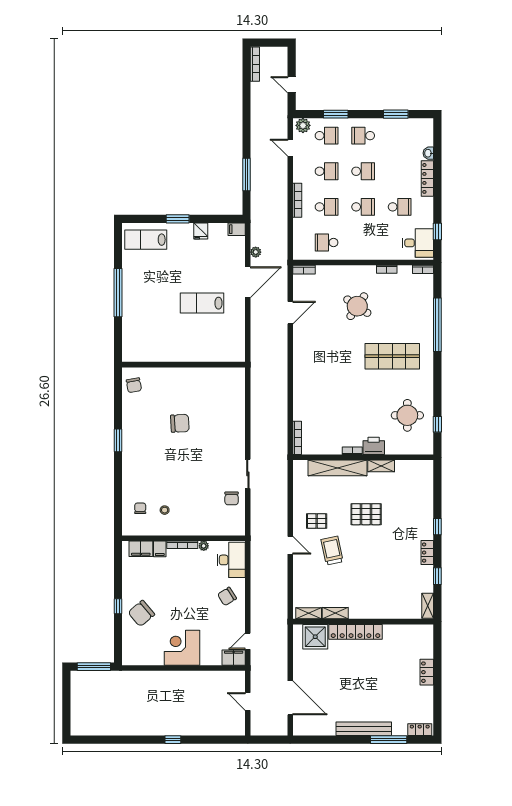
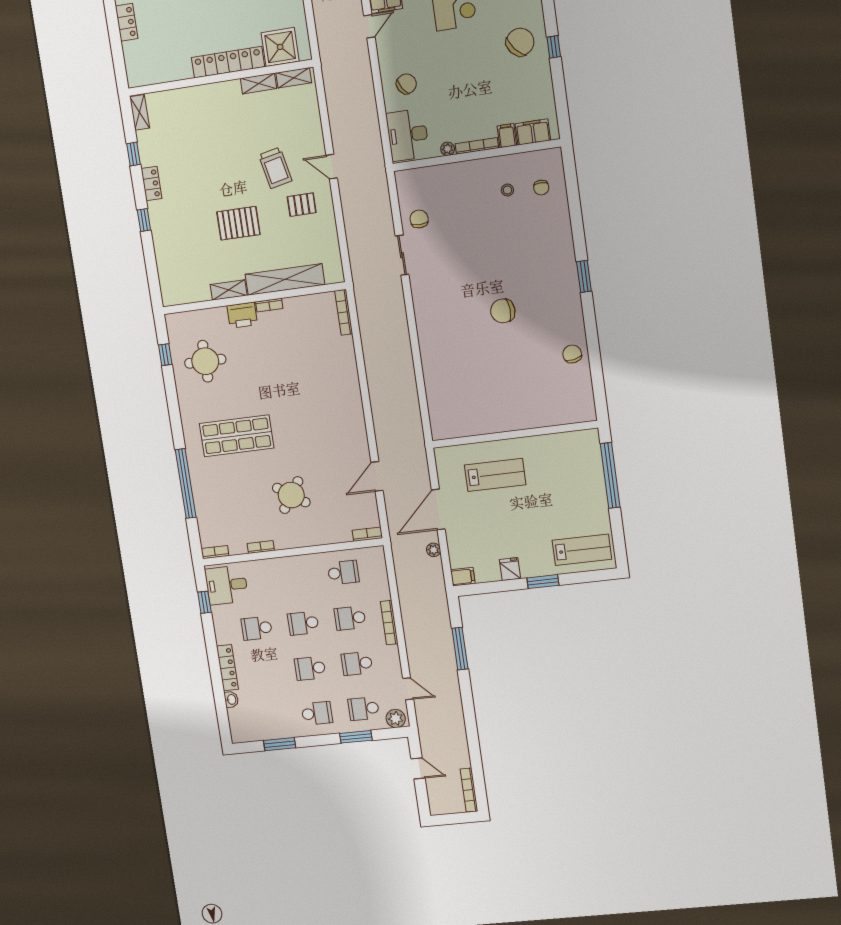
wall: (184, 365) -> (515, 434), moved

